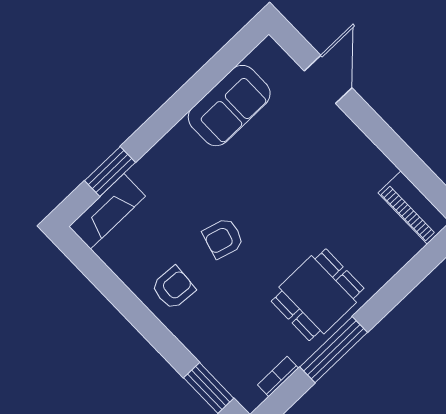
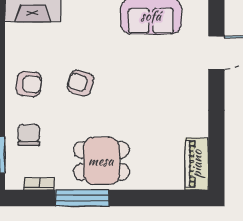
chair: (221, 338) -> (29, 135), added

